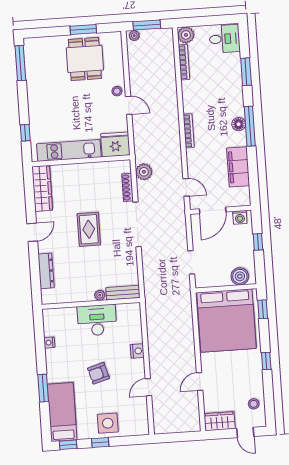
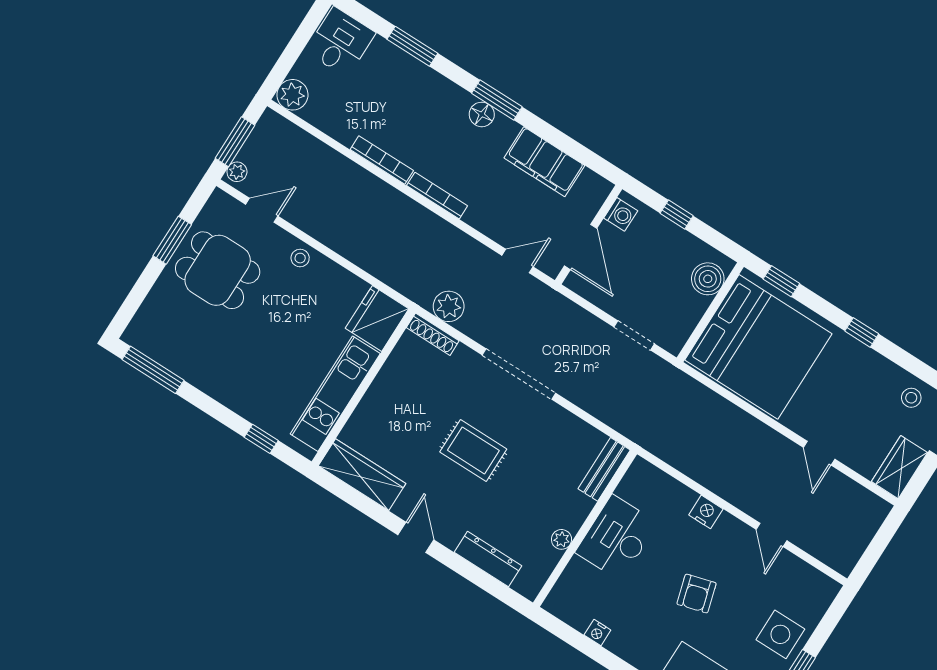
bookcase: (184, 62) -> (382, 160), moved
door: (129, 105) -> (262, 210), moved
window: (250, 126) -> (497, 100), width x0.69
shoe rack: (127, 187) -> (433, 334), moved
plant: (100, 295) -> (562, 539), moved

